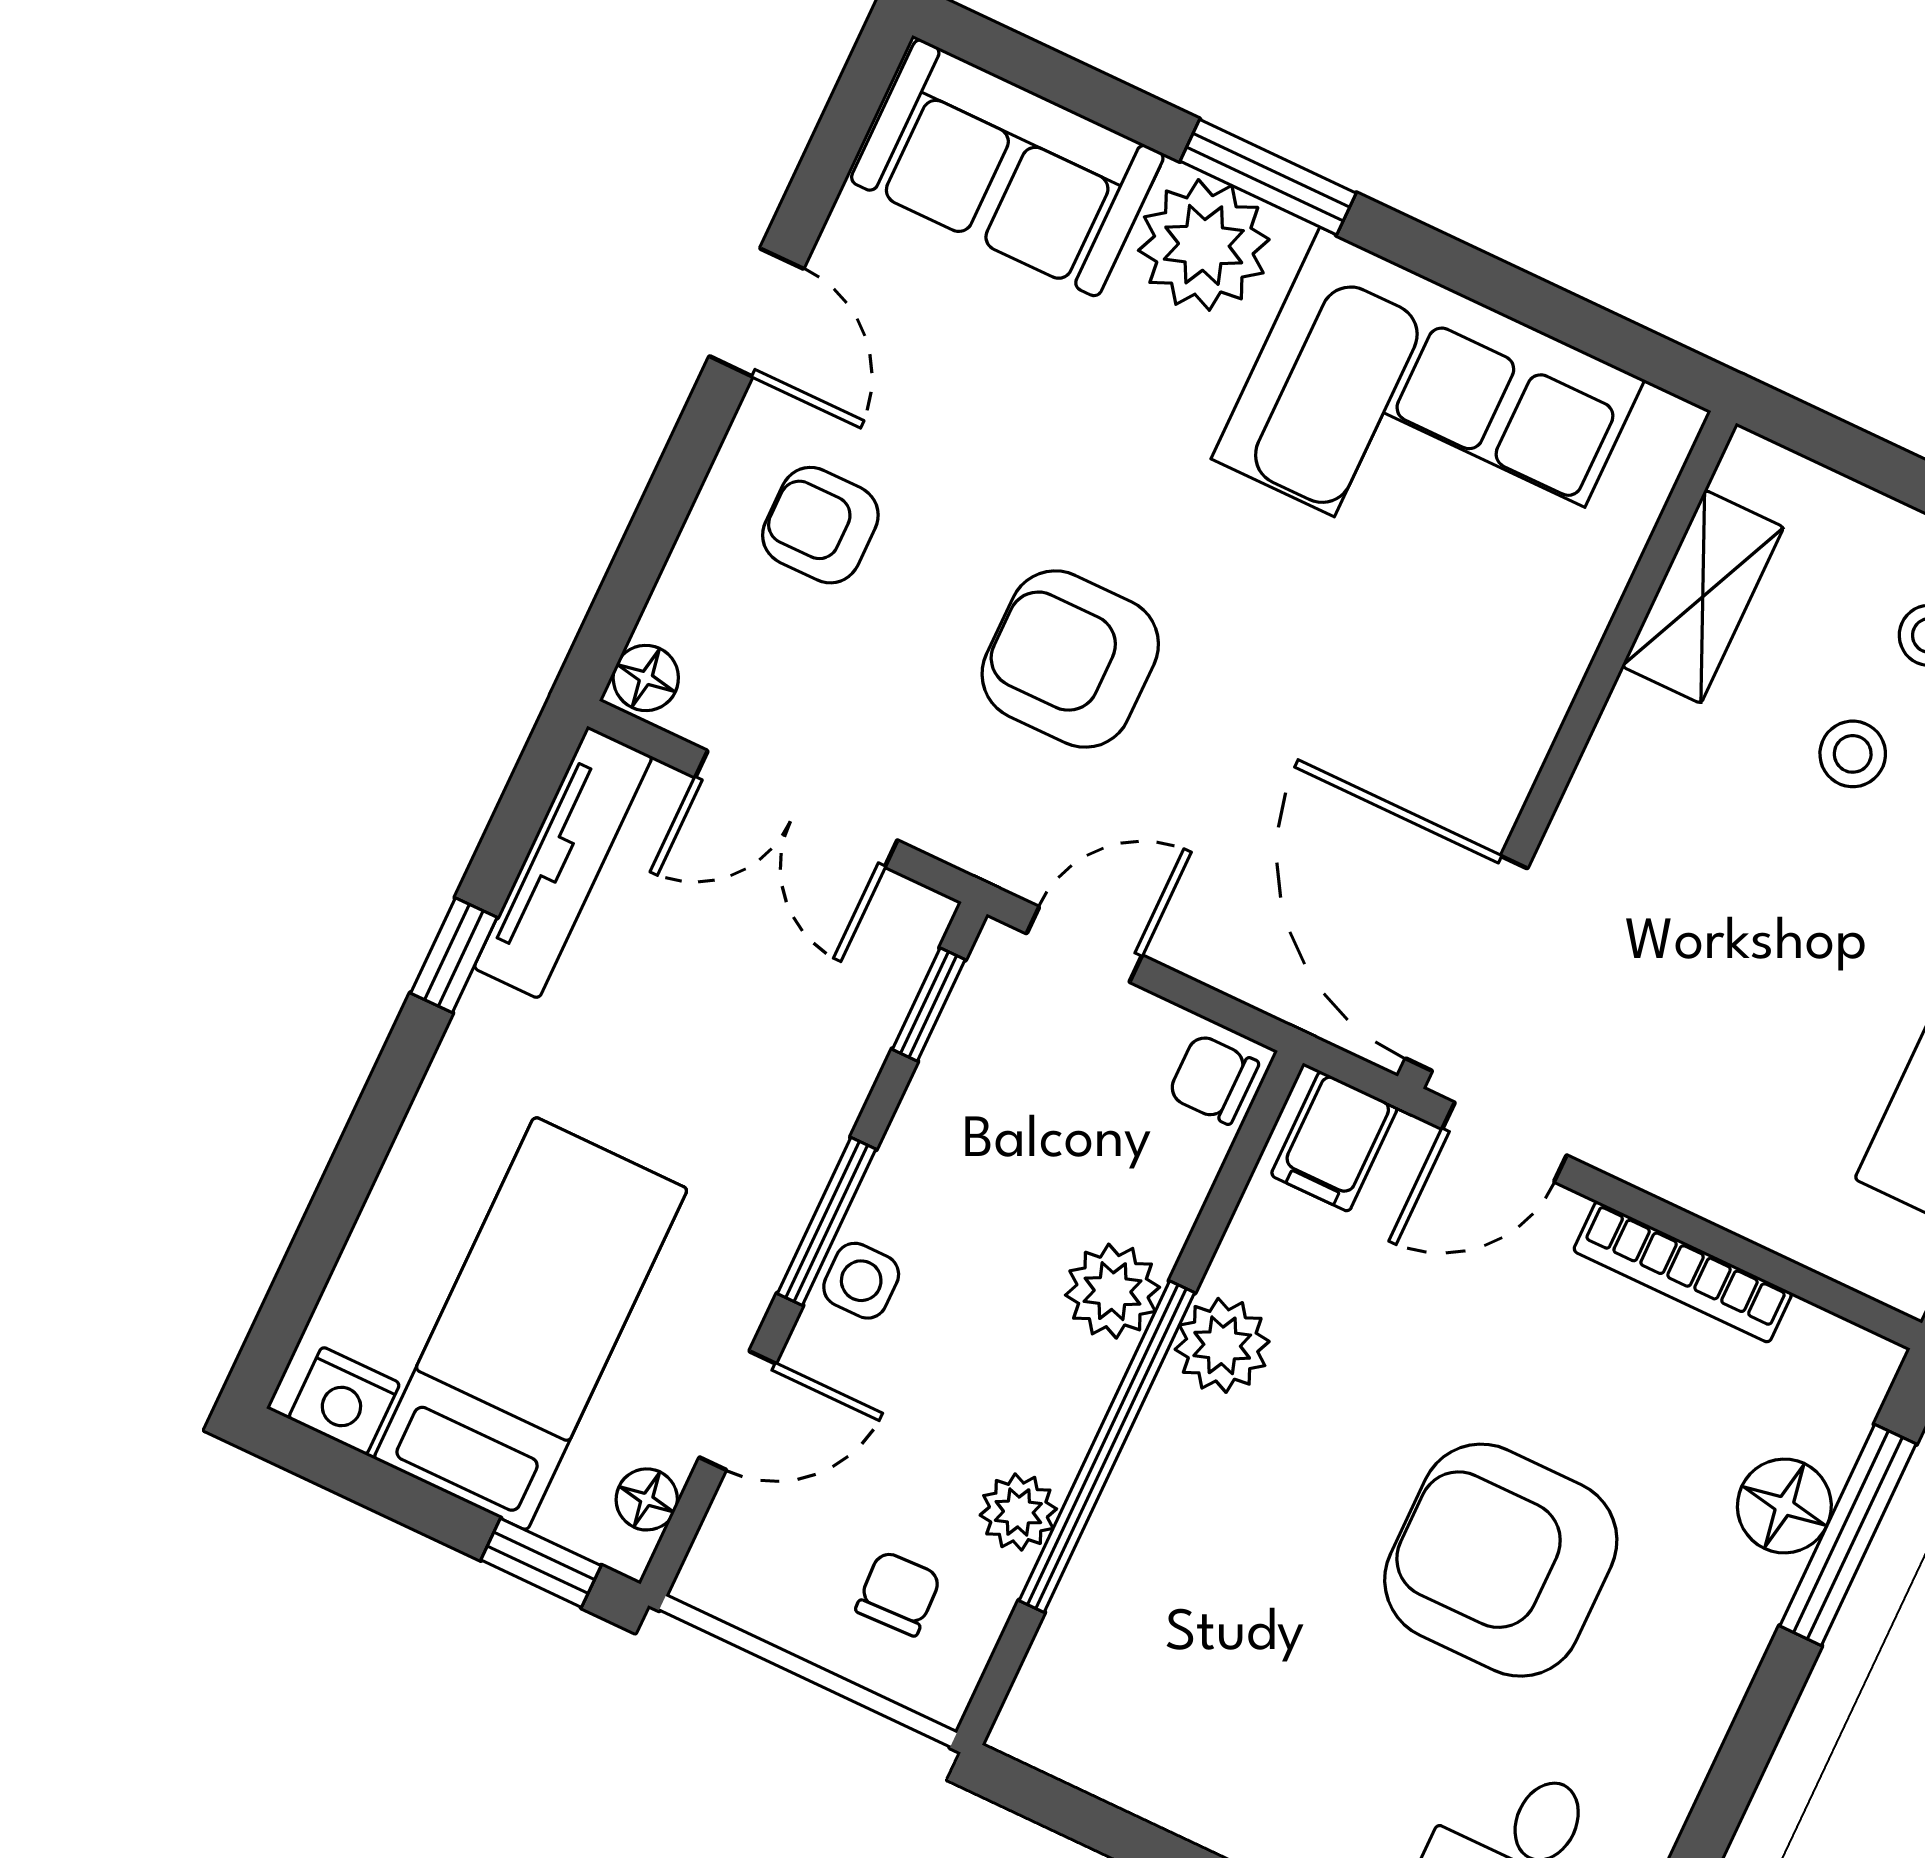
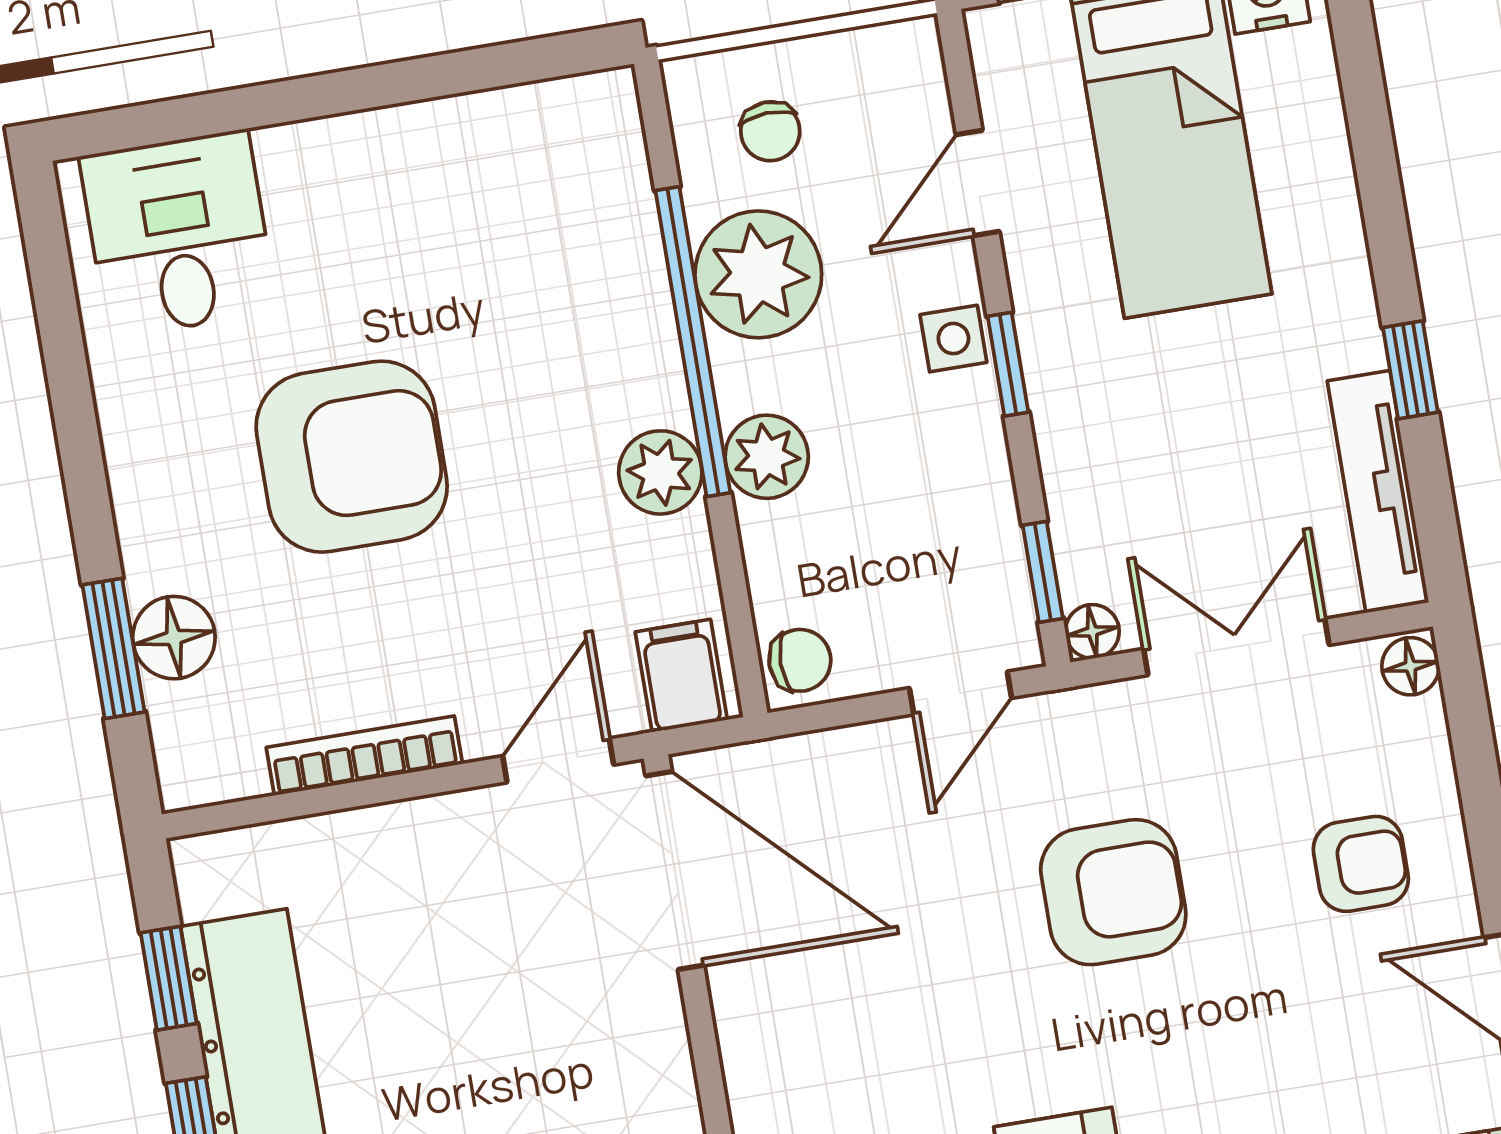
window: (827, 1221) -> (1008, 364), width x0.67
floor lamp: (647, 1499) -> (1092, 631), moved
plant: (1018, 1512) -> (758, 274), width x1.87, depth x1.87
window: (1848, 1535) -> (113, 648), width x0.69

